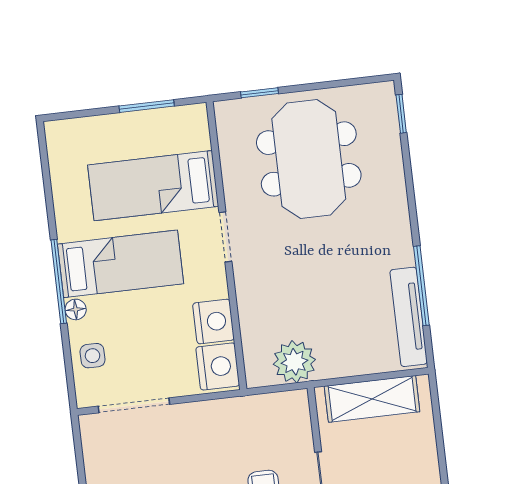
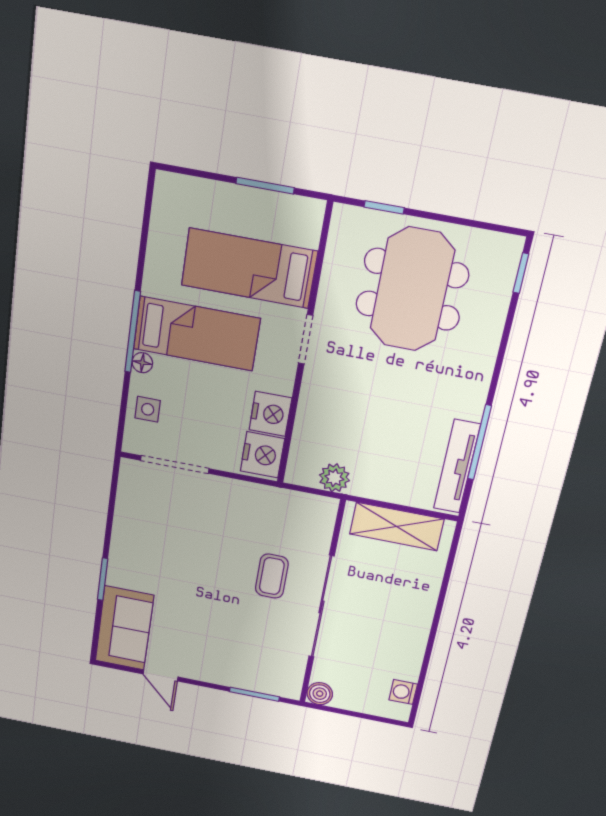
plant: (294, 362) -> (334, 478), width x0.73, depth x0.73

